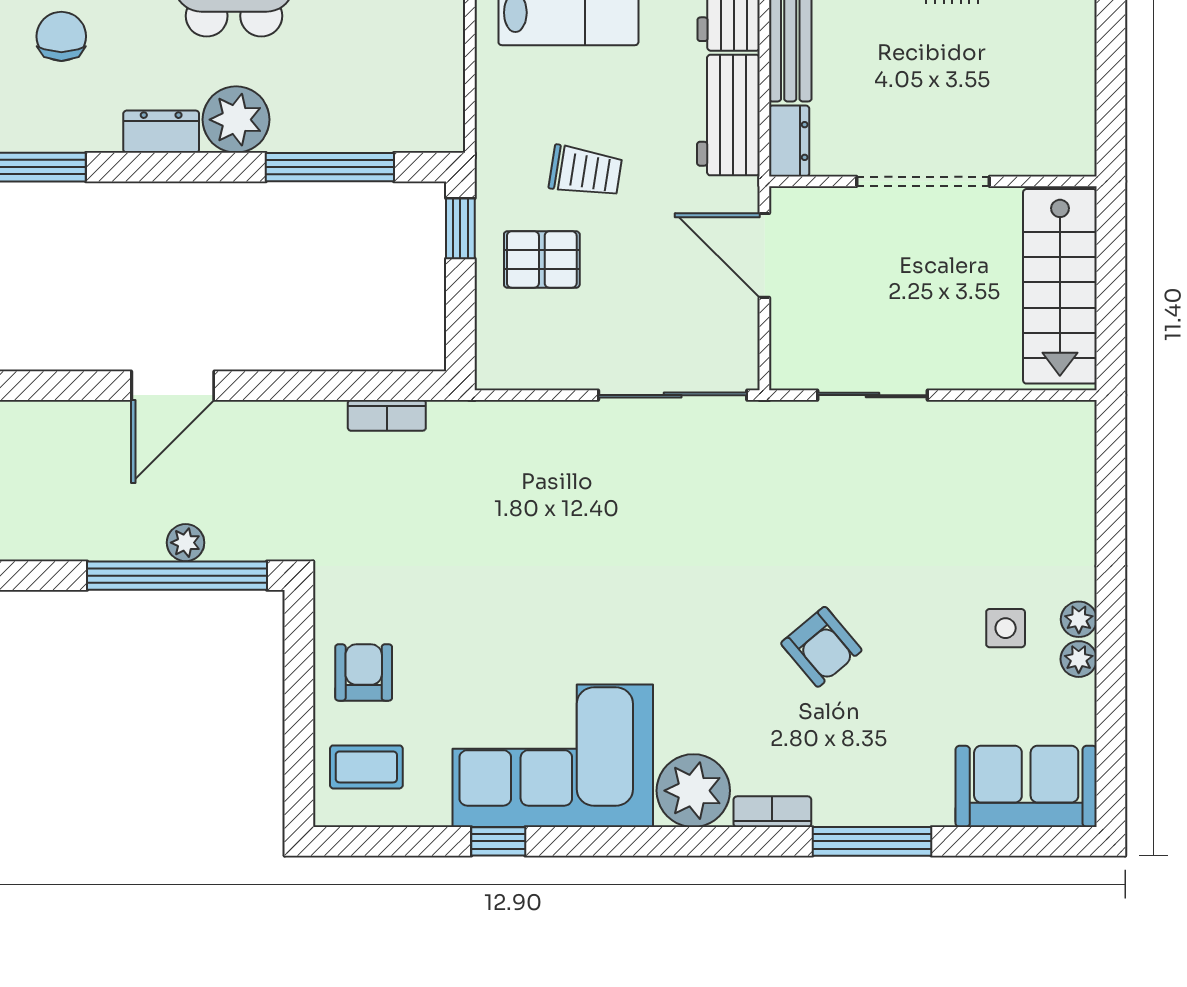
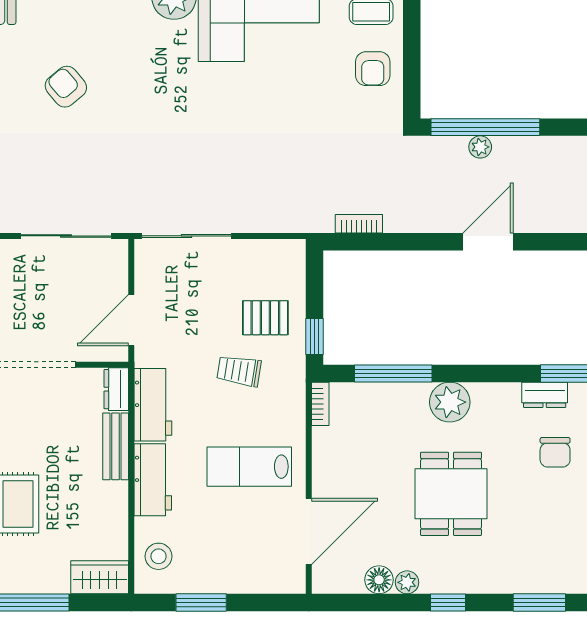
bookcase: (451, 117) -> (320, 404), added
dresser: (161, 132) -> (545, 395), moved
door: (764, 255) -> (131, 320), swing flipped
sliding door: (872, 395) -> (66, 236), width x1.37
armchair: (821, 647) -> (66, 87), moved

